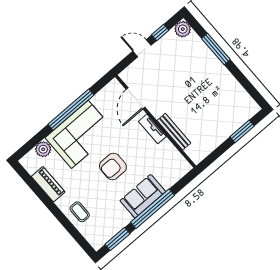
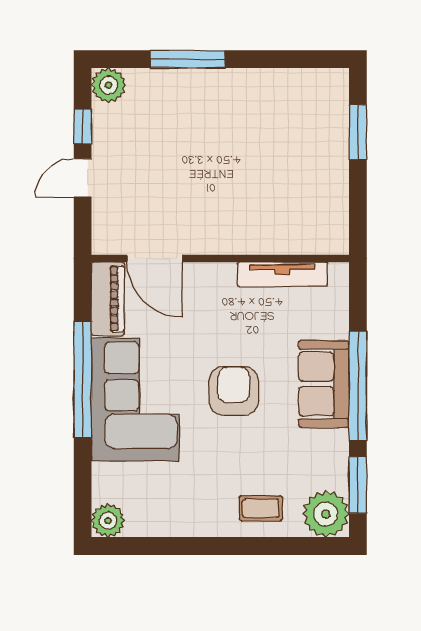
tv unit: (152, 129) -> (282, 274), moved, width x1.41
bench: (174, 132) -> (263, 243), removed
plant: (43, 149) -> (108, 521), moved
armchair: (113, 166) -> (234, 391), turned 180
piano: (48, 184) -> (108, 299), moved, turned 90
plant: (97, 237) -> (326, 514), added

